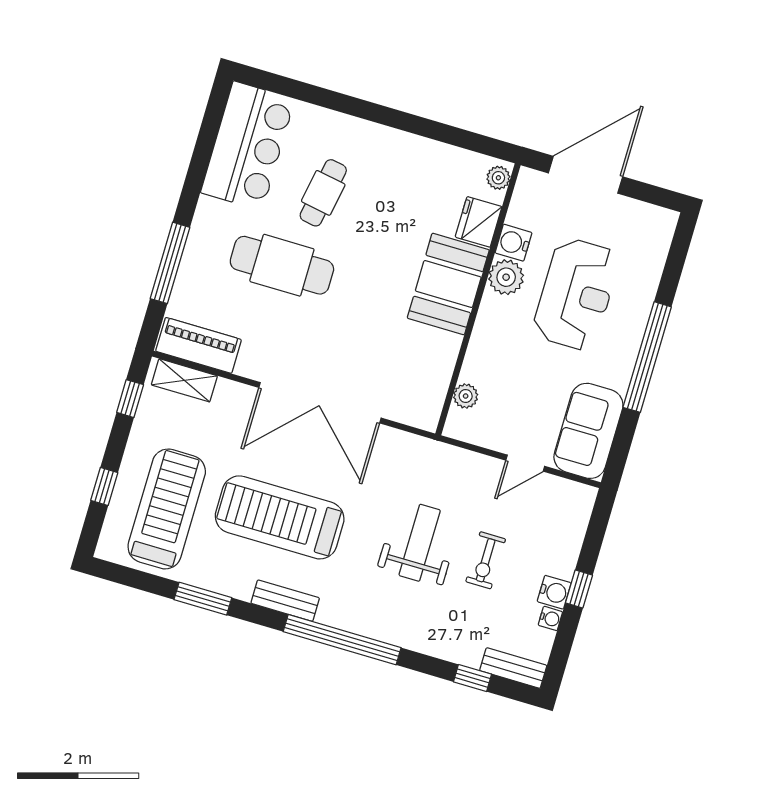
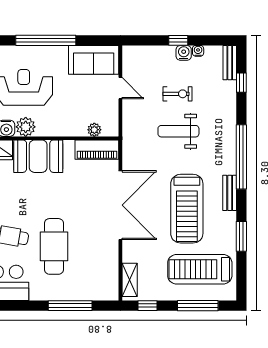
piano: (199, 345) -> (97, 150), moved, turned -90
window: (104, 486) -> (198, 306), width x2.17

